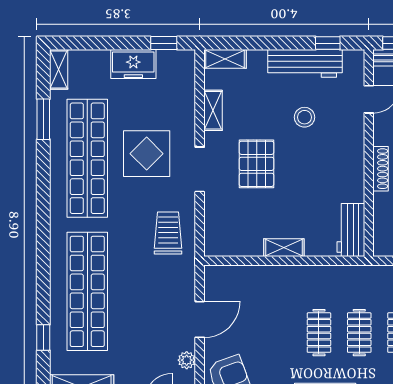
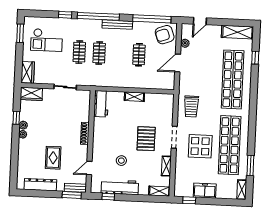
clothes rail: (319, 333) -> (139, 55), moved

